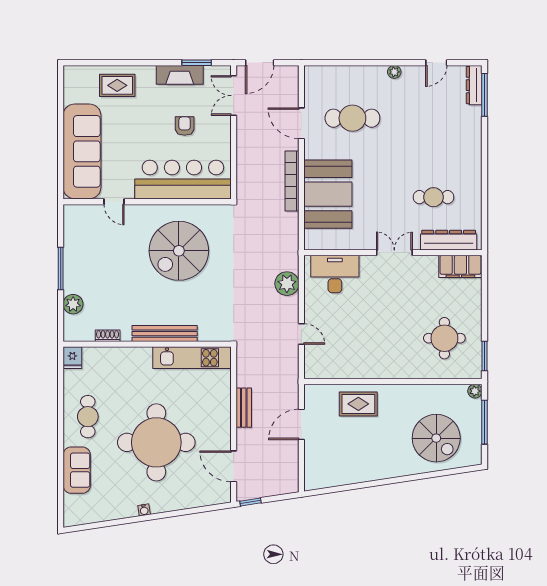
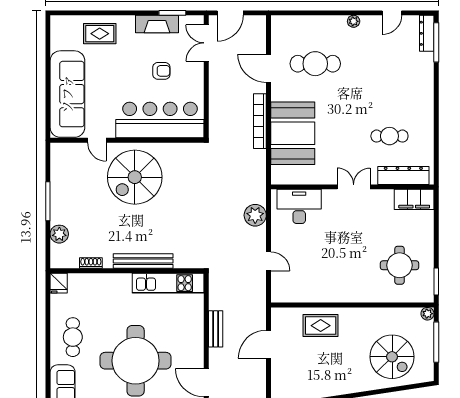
armchair: (185, 126) -> (161, 71), turned 90
spiral stairs: (179, 251) -> (135, 177), moved

